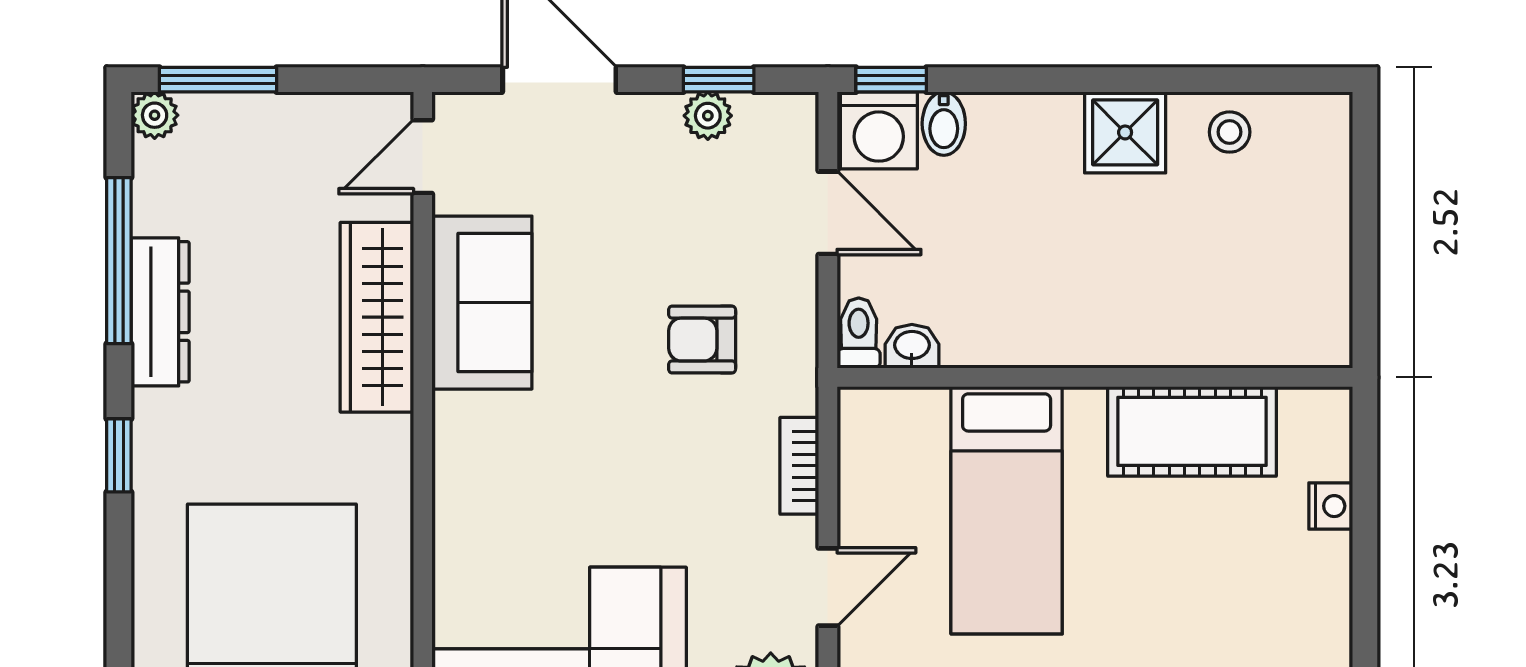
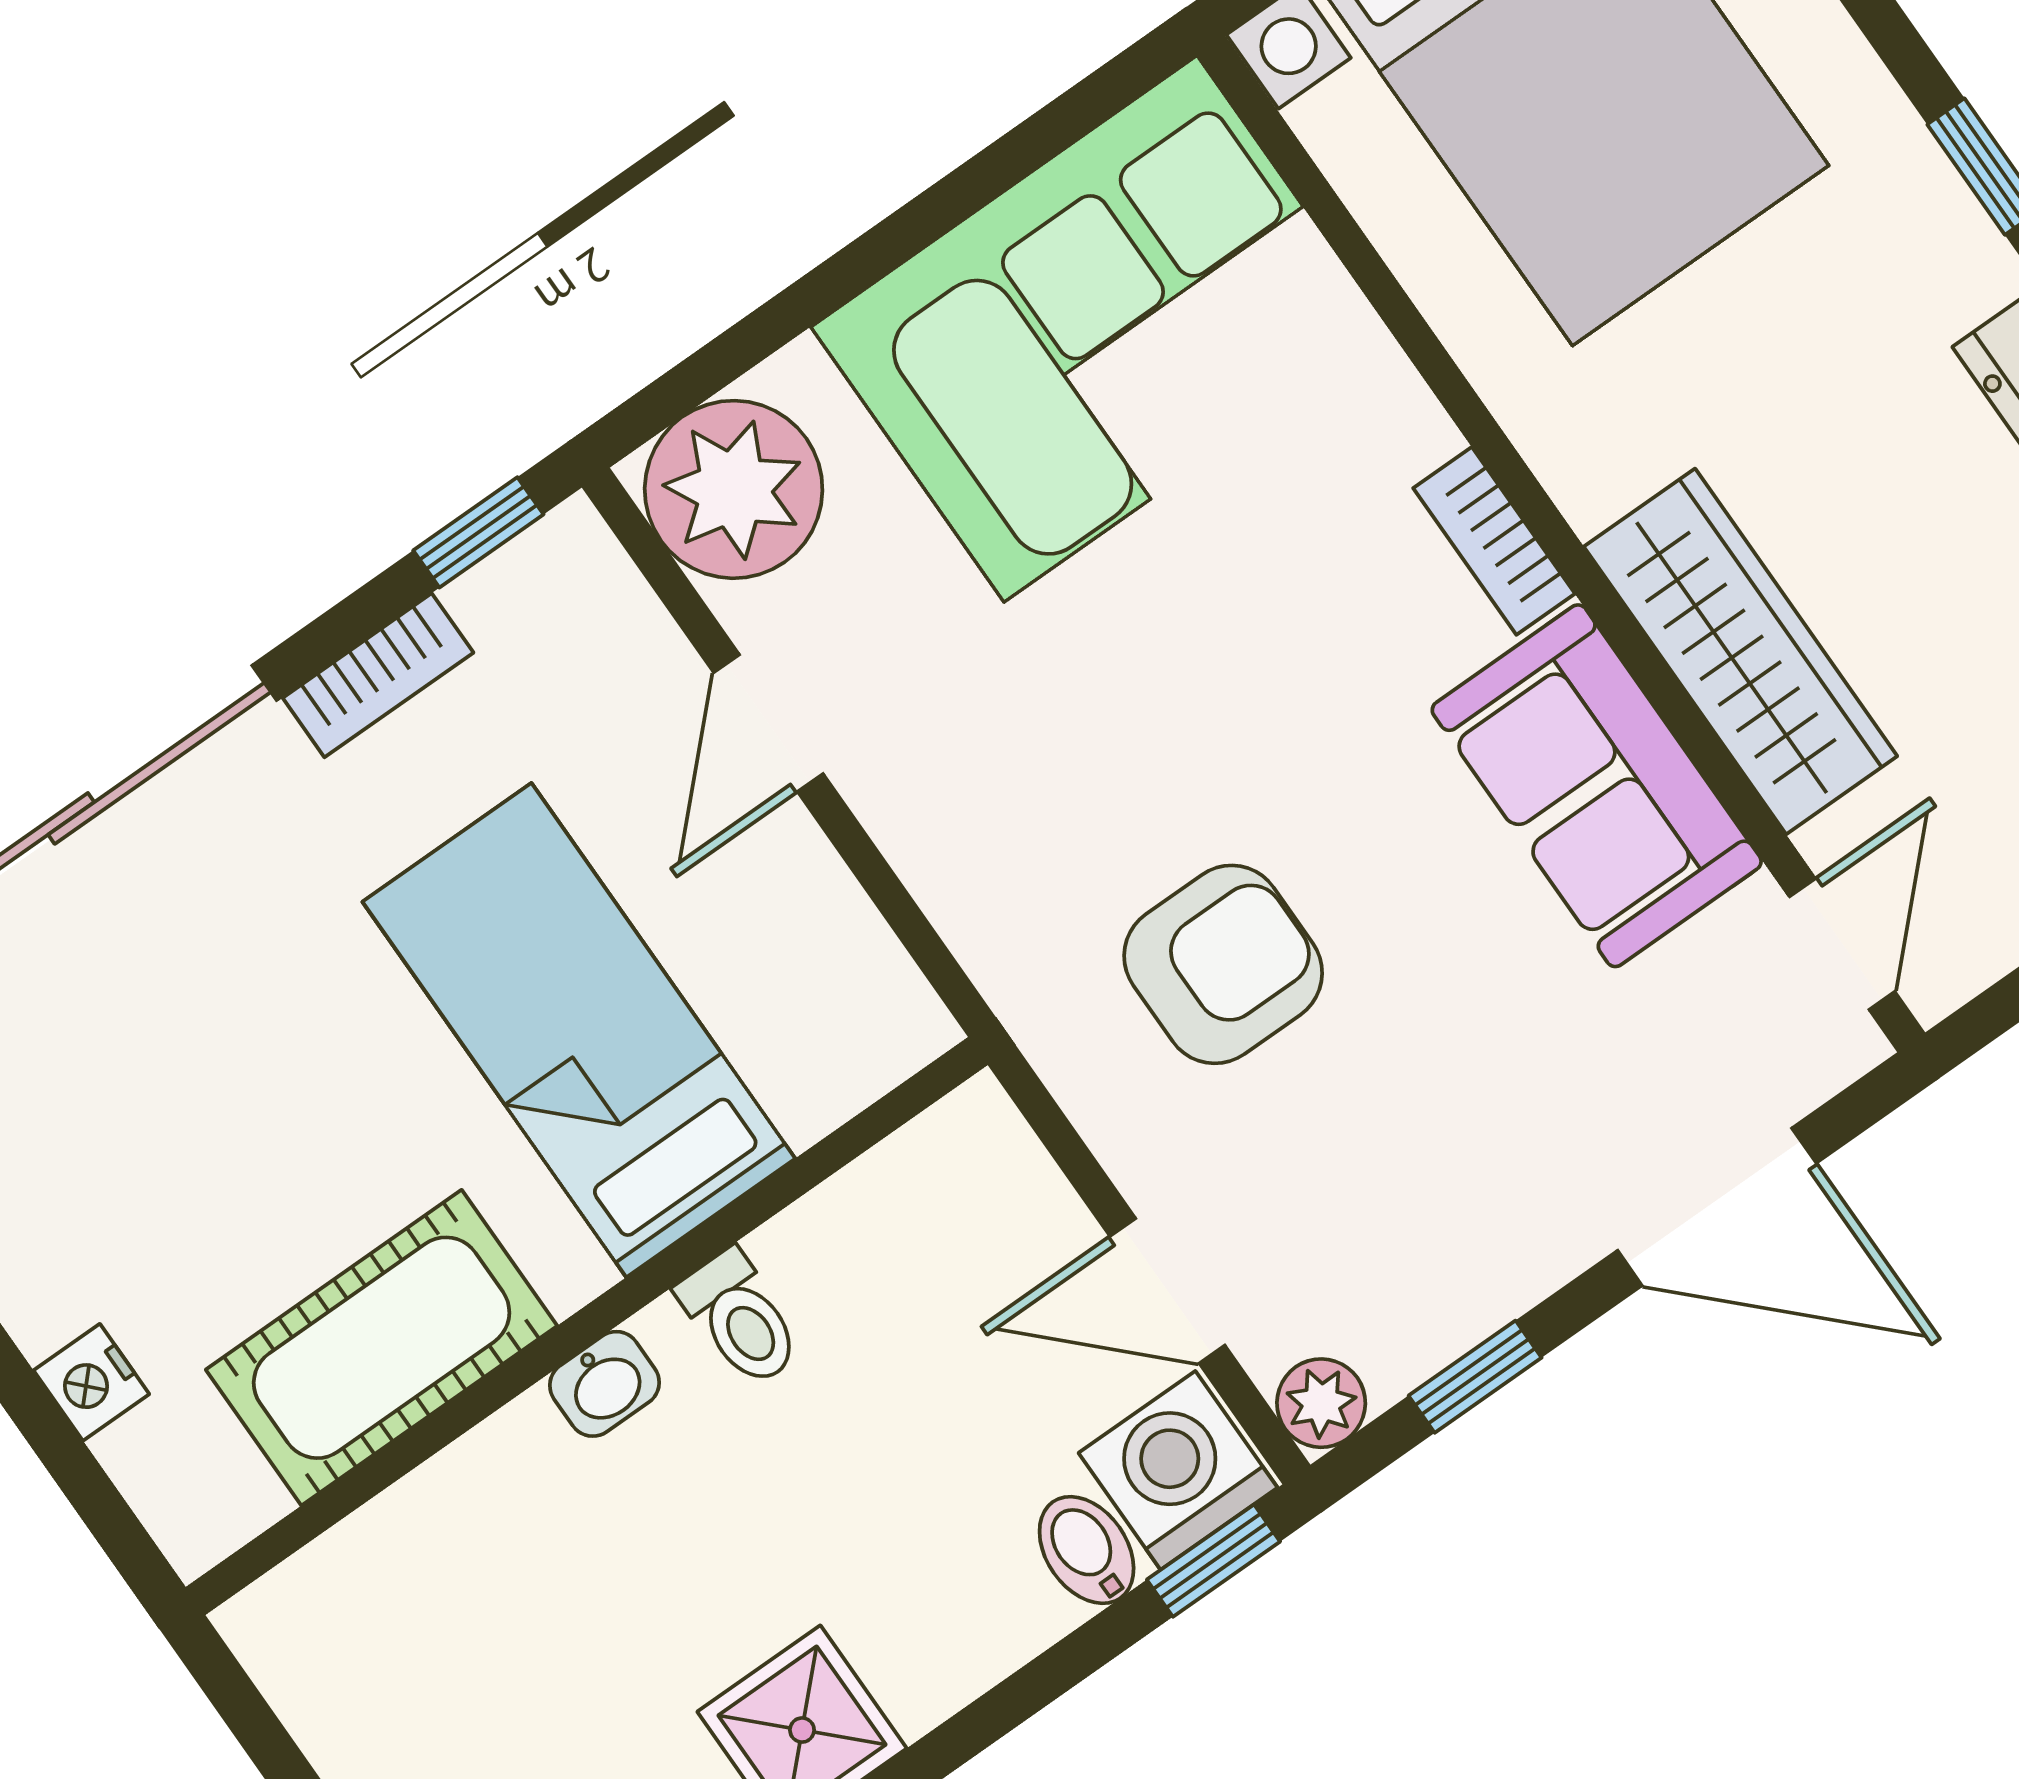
plant: (708, 116) -> (1321, 1403), moved
toilet: (859, 333) -> (740, 1319), moved
armchair: (702, 340) -> (1223, 964), width x1.38, depth x1.38
washbasin: (912, 346) -> (604, 1384), moved
bookcase: (799, 466) -> (1494, 541), moved, turned 180

